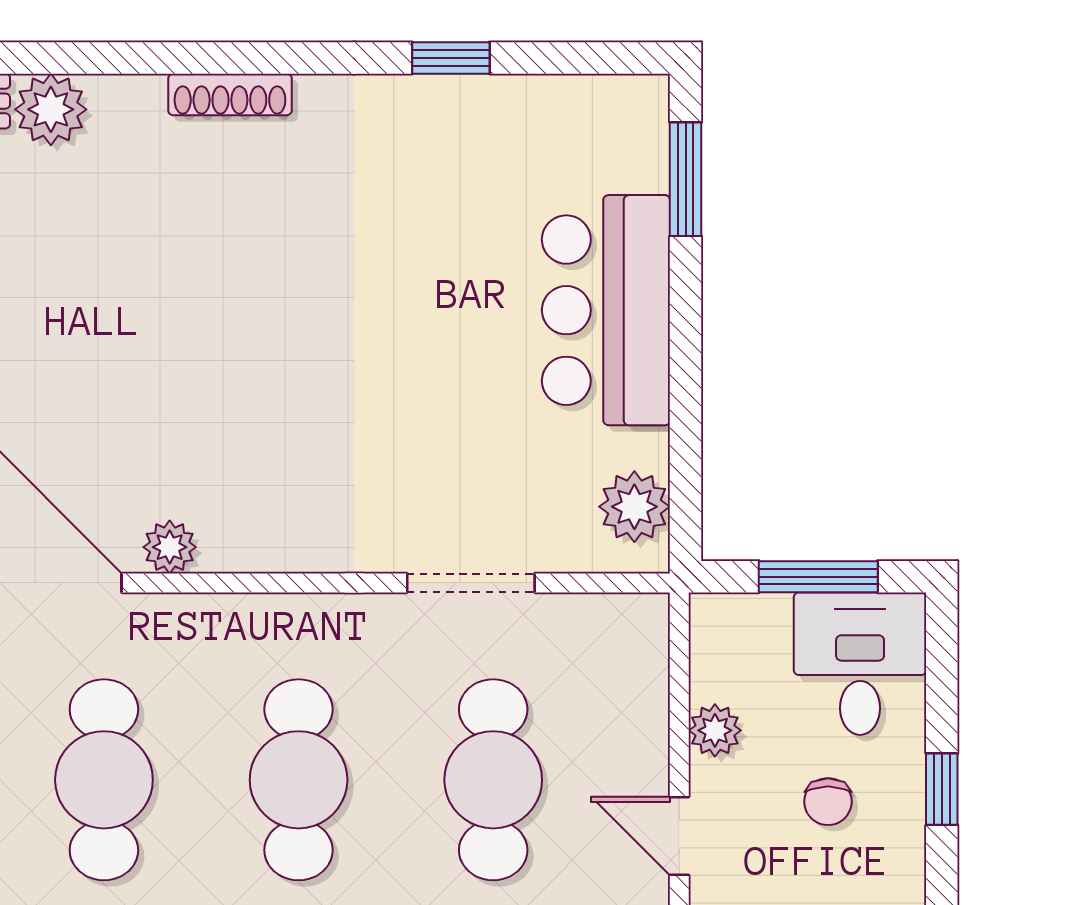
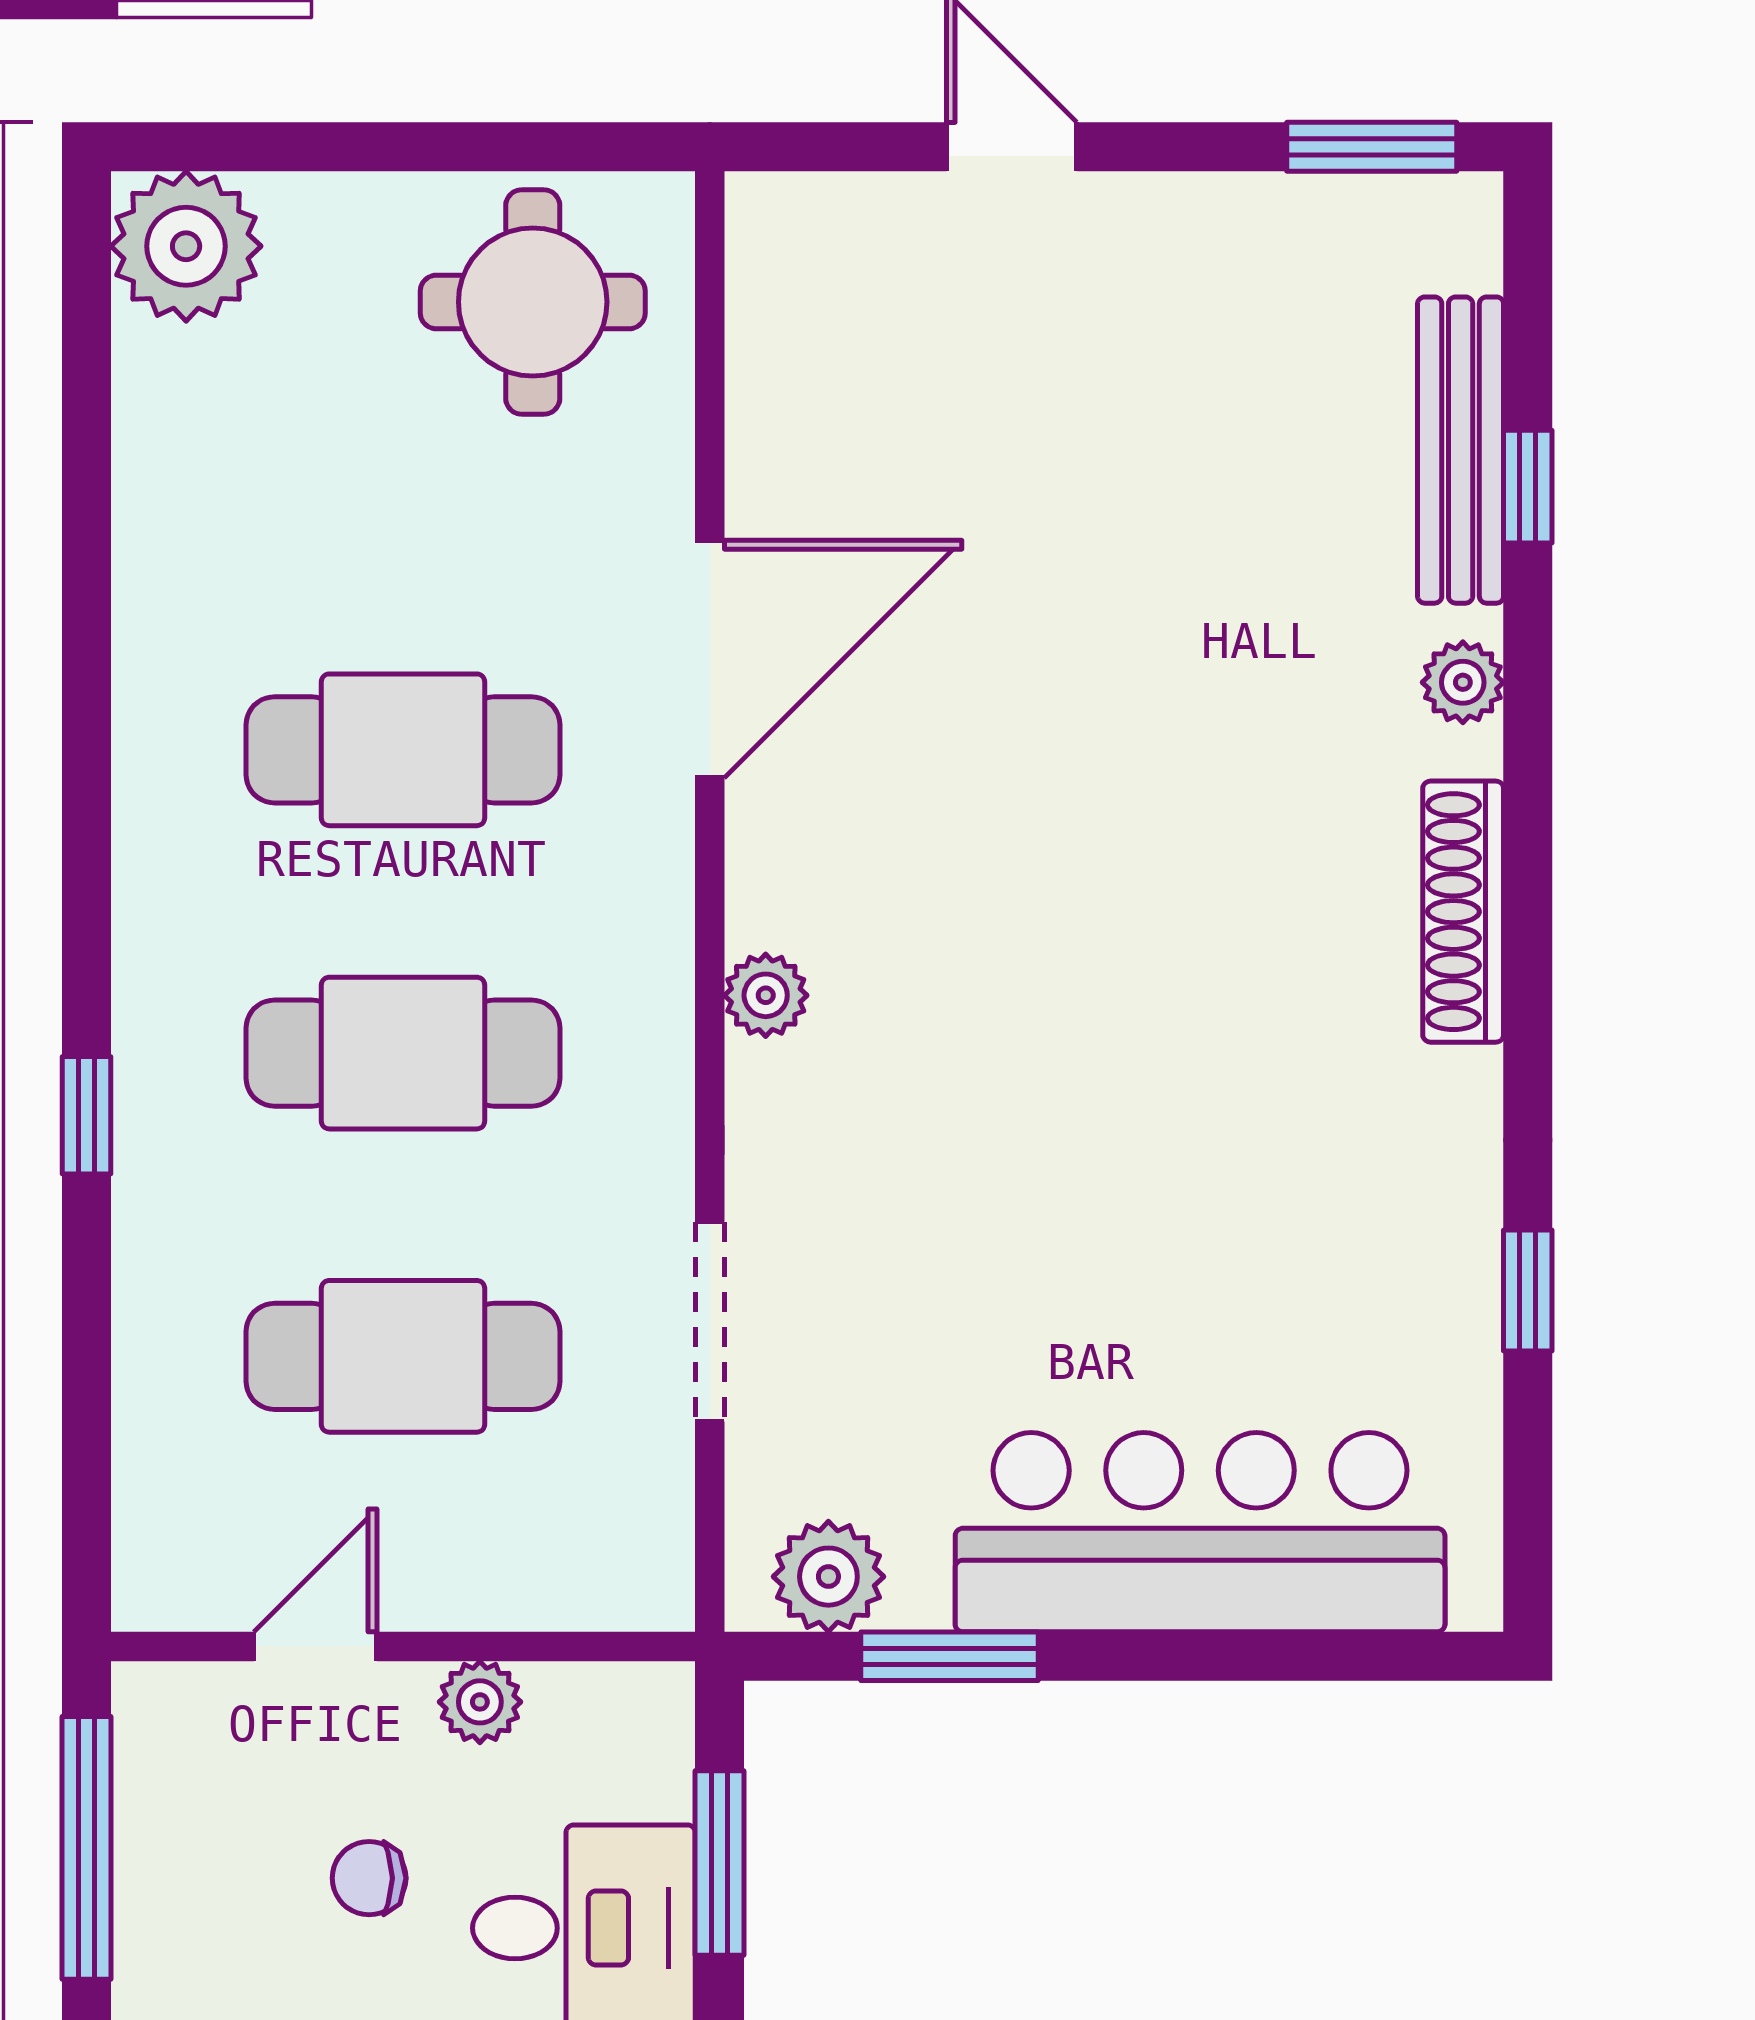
shoe rack: (230, 94) -> (1463, 912), width x1.36, depth x1.24
plant: (51, 109) -> (1463, 682), width x0.73, depth x0.73
window: (686, 179) -> (949, 1656), moved
bar counter: (606, 310) -> (1200, 1532), width x1.36
plant: (170, 547) -> (766, 995), moved

